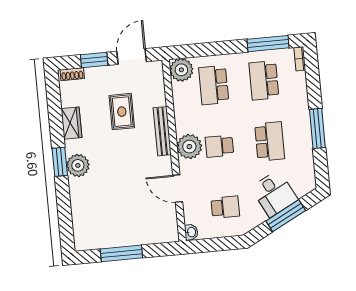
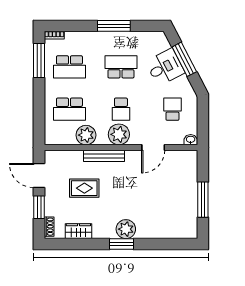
plant: (181, 70) -> (86, 135), moved
wardrobe: (71, 123) -> (78, 231), moved

